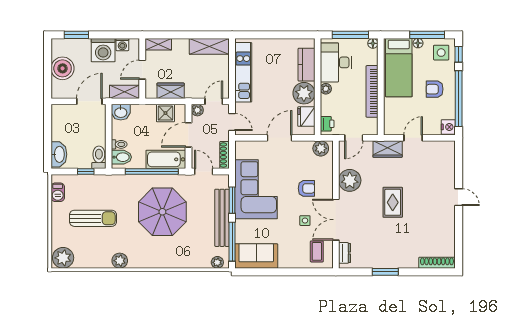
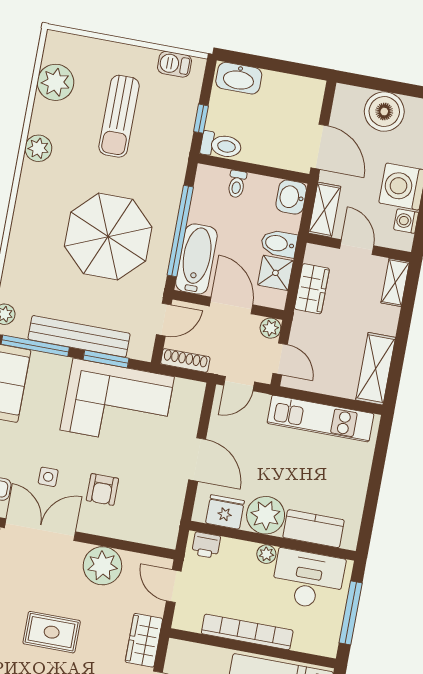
floor lamp: (373, 43) -> (329, 649), removed
plant: (321, 148) -> (166, 526), removed
bidet: (121, 157) -> (279, 244), moved, turned 90
plant: (63, 258) -> (56, 82), moved

